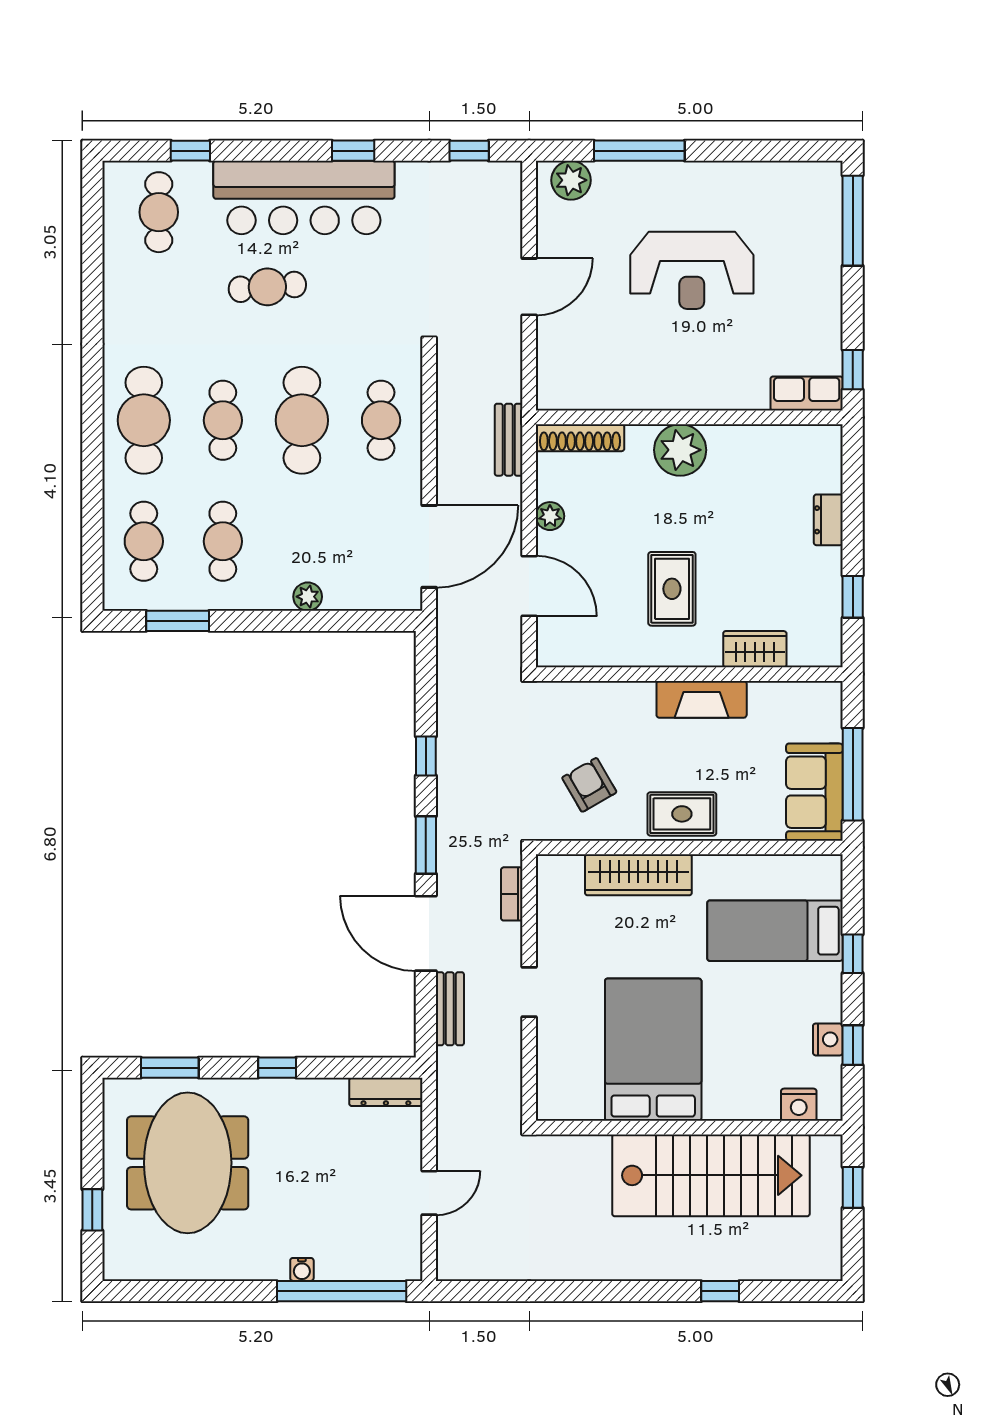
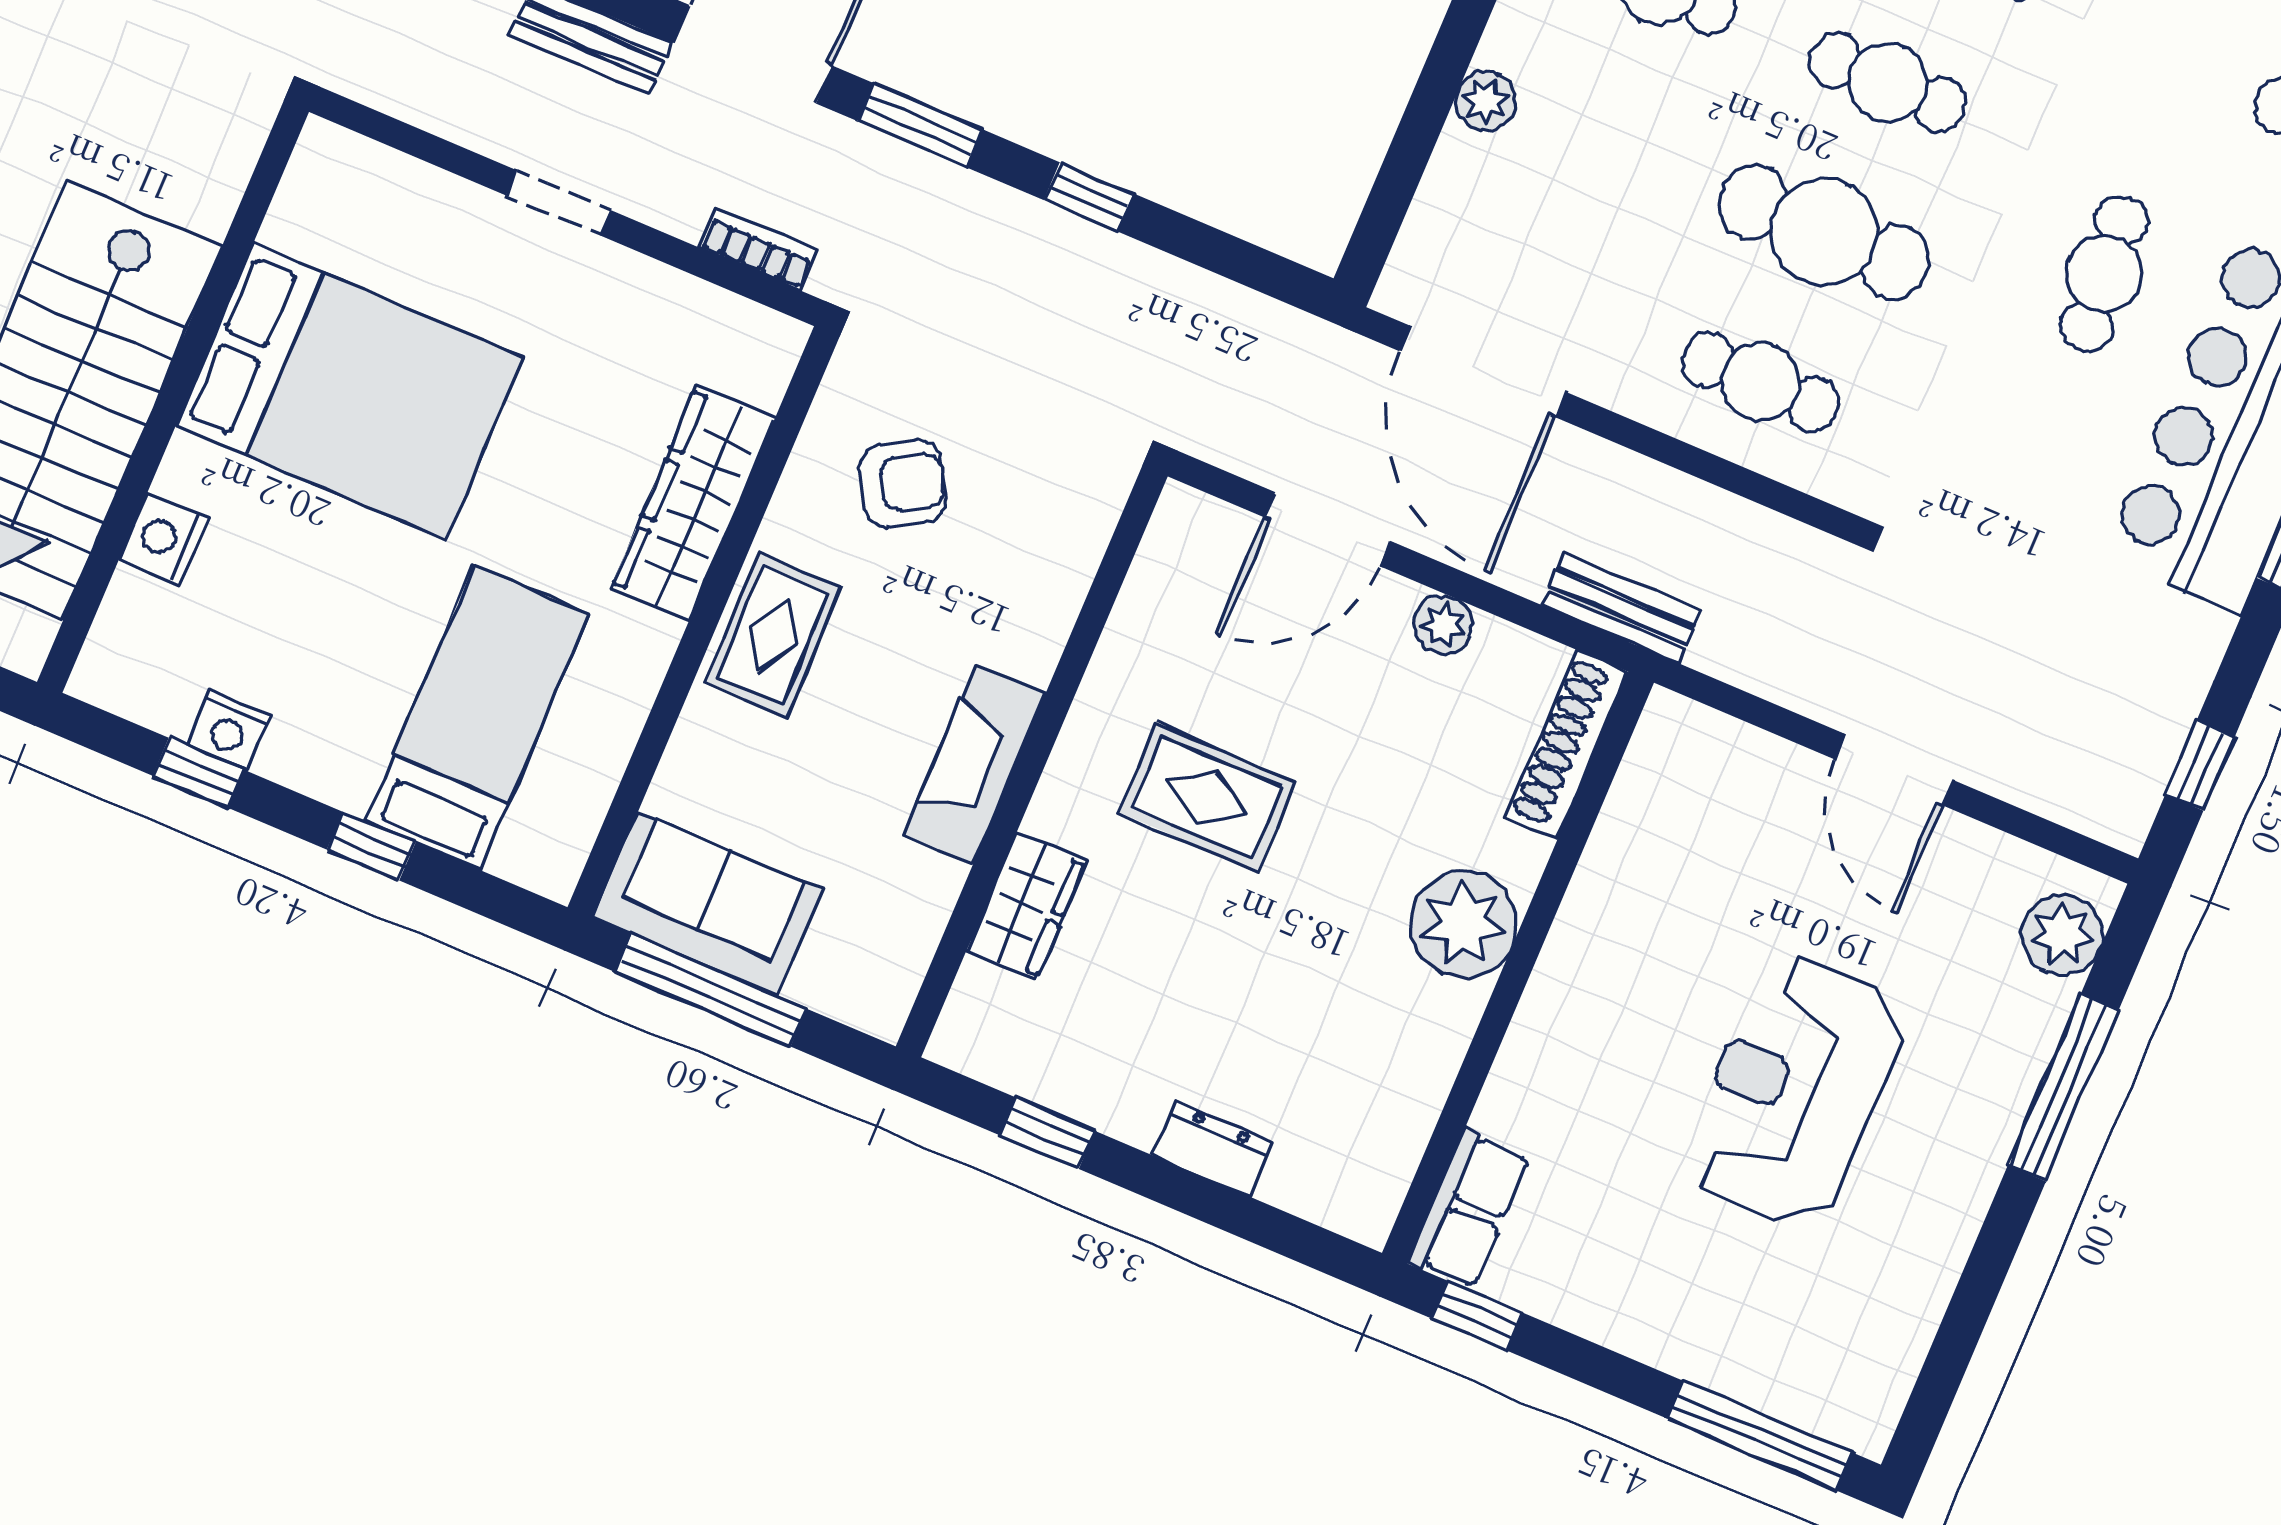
nightstand: (799, 1105) -> (164, 539), moved

